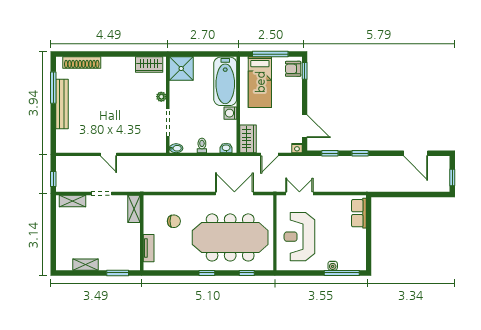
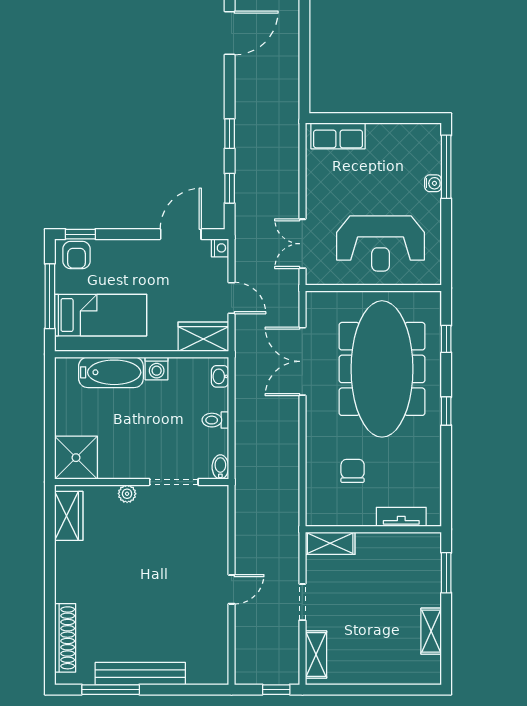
bathtub: (225, 81) -> (111, 372), width x0.73, depth x0.73

